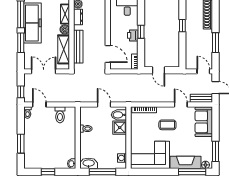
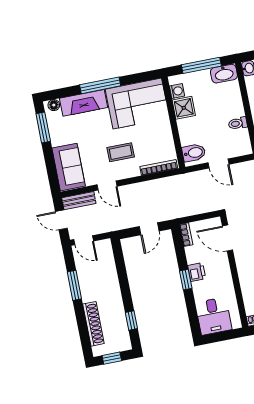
window: (182, 26) -> (131, 320), moved
door: (159, 70) -> (149, 229), swing flipped
shower: (120, 128) -> (184, 108), moved
window: (192, 172) -> (100, 85), moved

